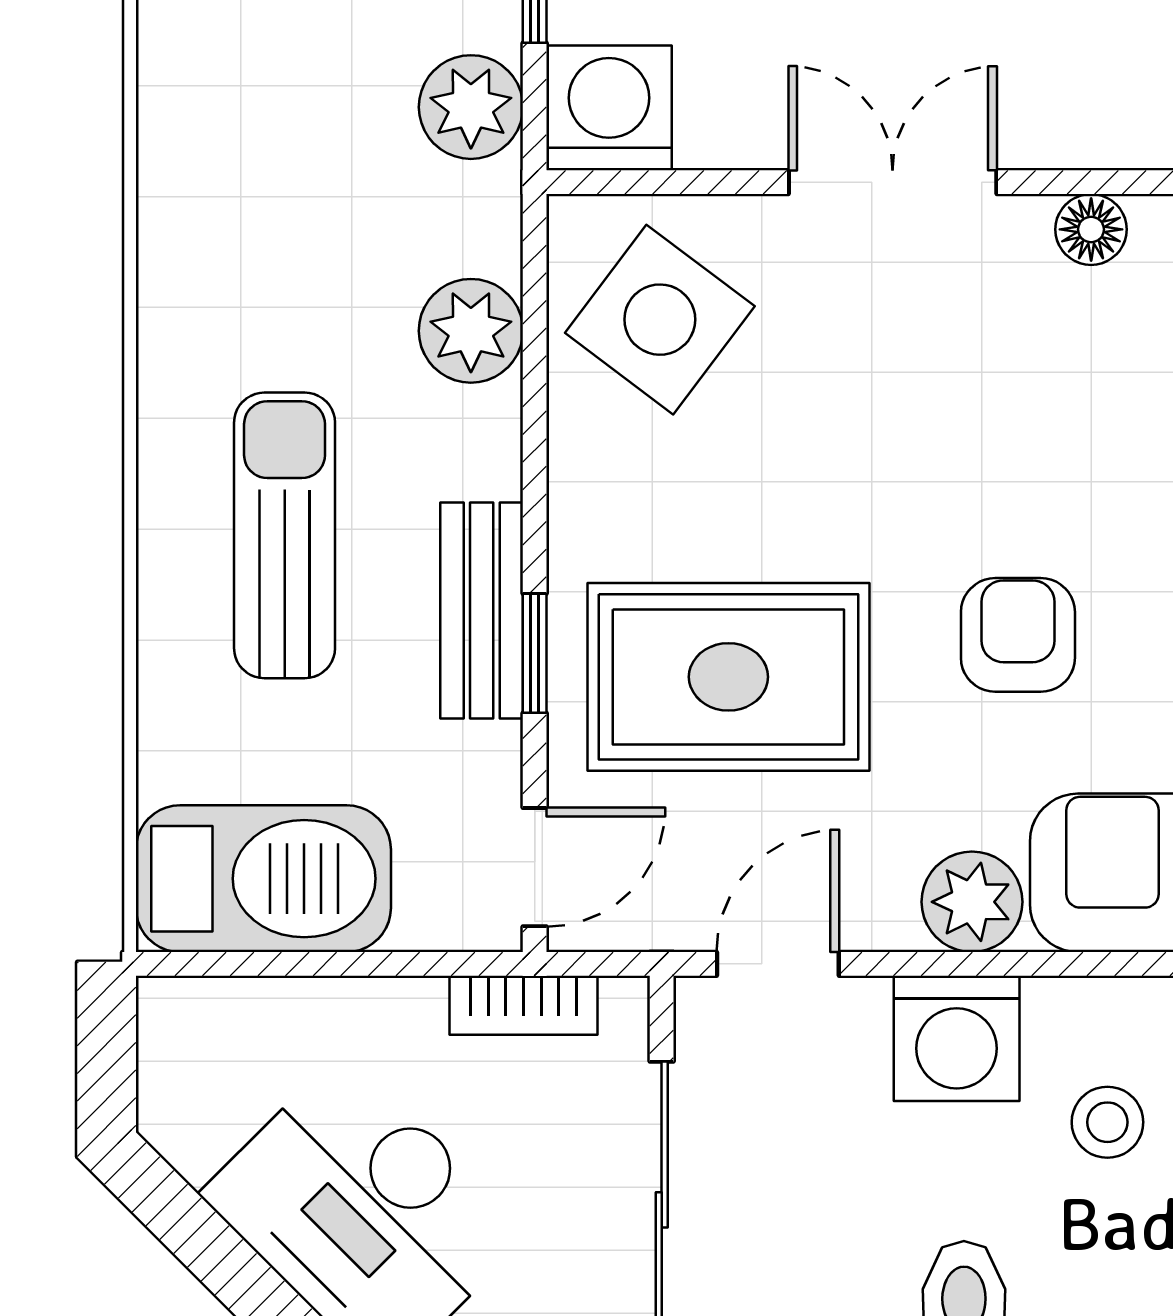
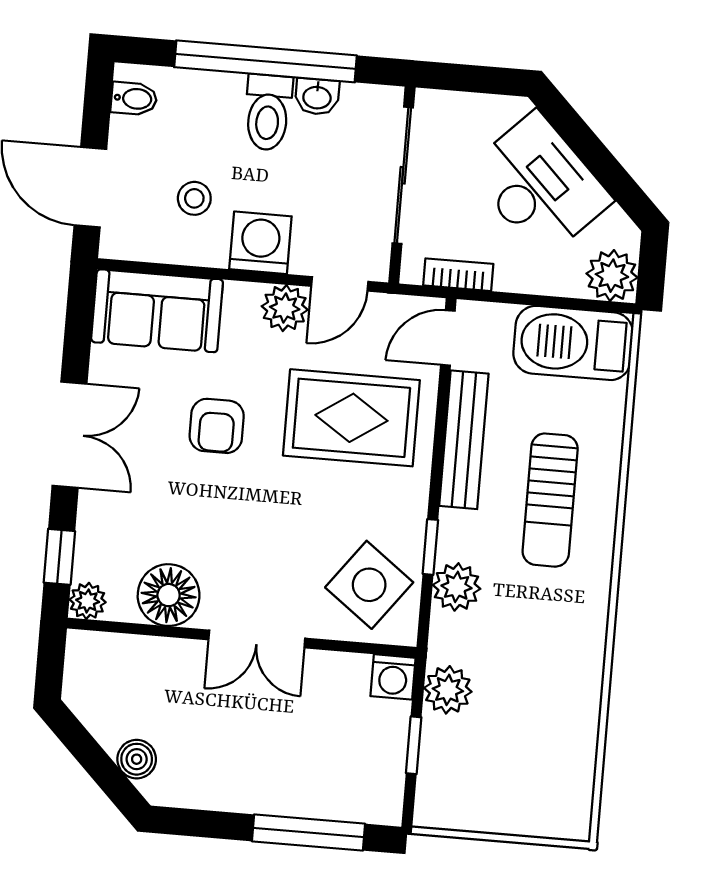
washing machine: (609, 108) -> (393, 677), width x0.73, depth x0.73
floor lamp: (1091, 229) -> (169, 595), width x1.89, depth x1.89
bench: (482, 610) -> (464, 440), width x1.36
window: (535, 653) -> (430, 547), moved
plant: (972, 902) -> (285, 308), moved
plant: (192, 1031) -> (612, 276), added

